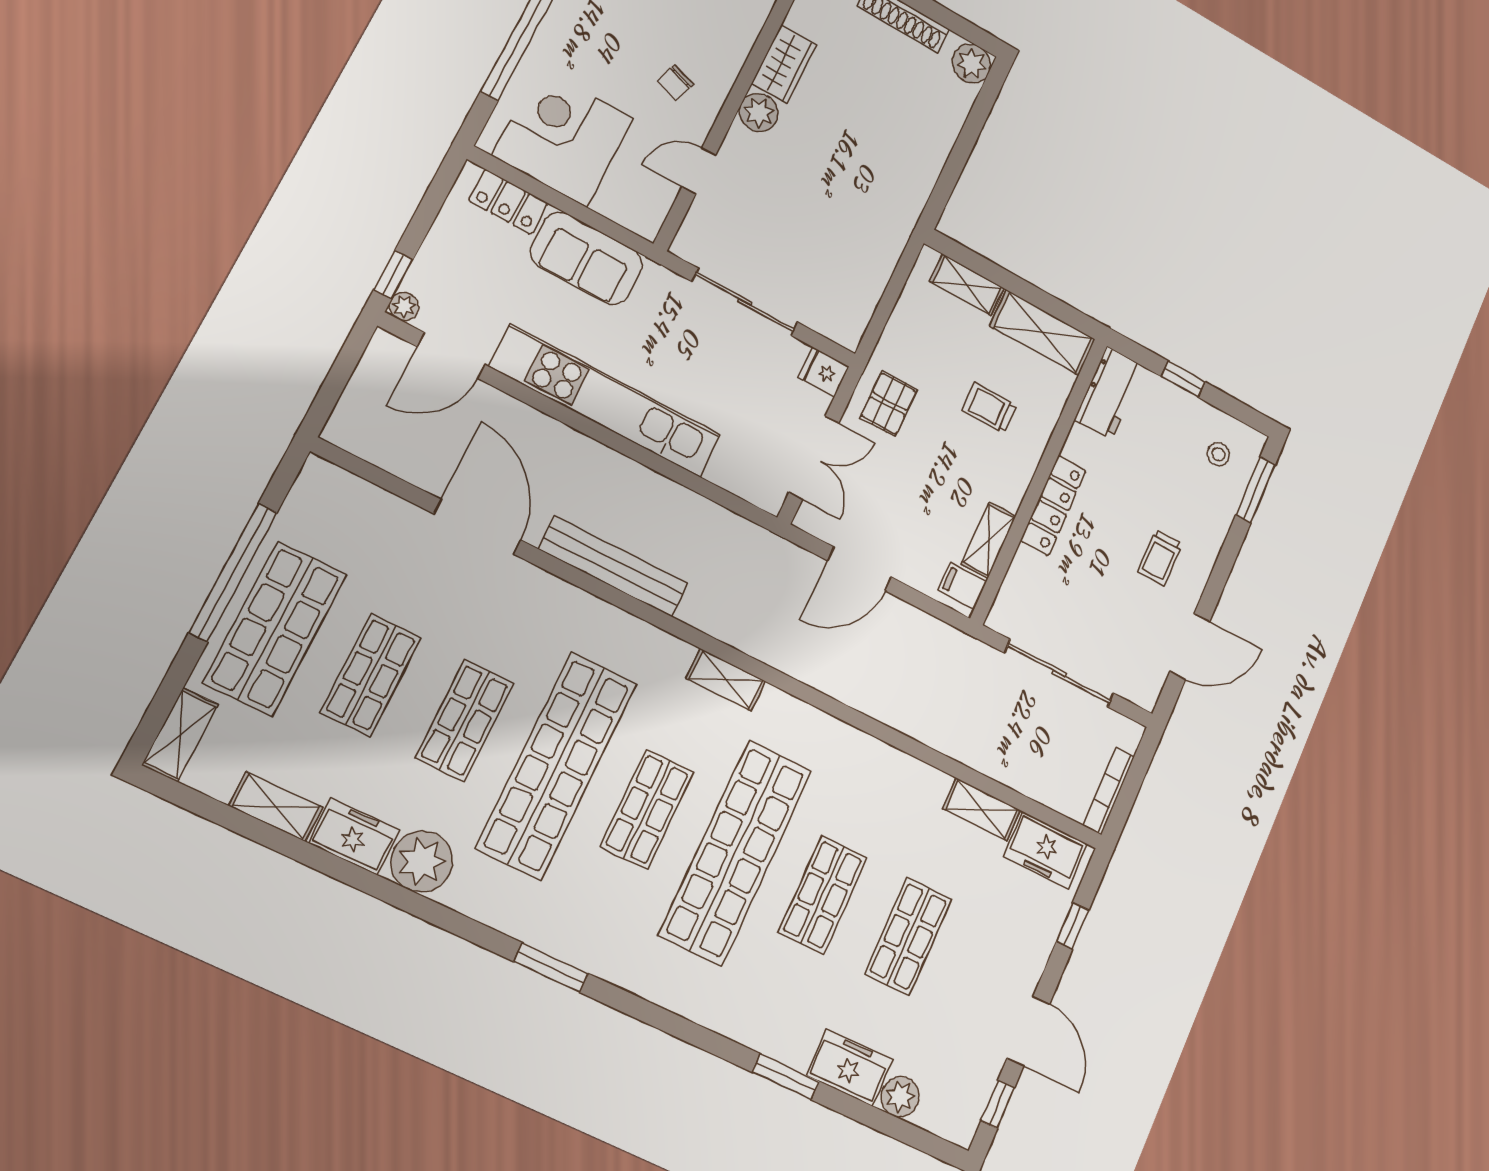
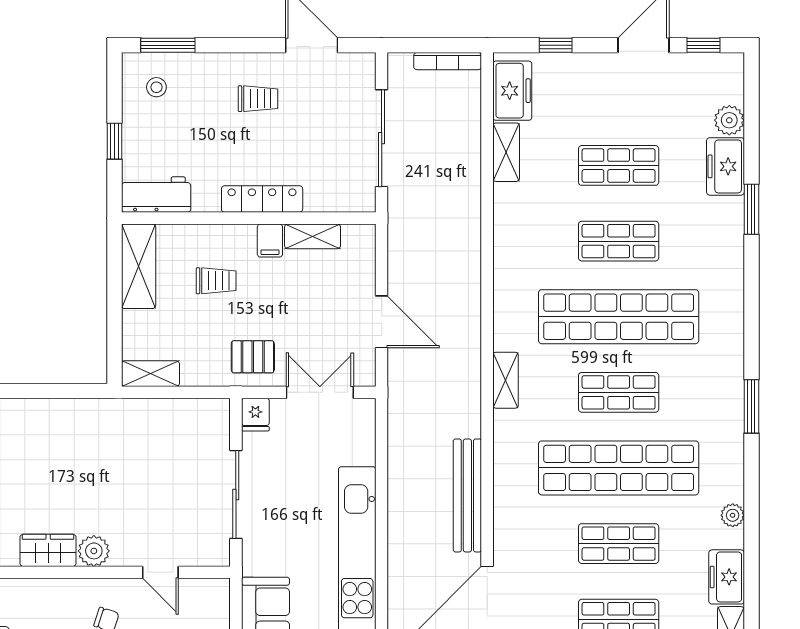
shelving: (967, 285) -> (150, 374), moved, turned 90
trolley: (989, 408) -> (216, 281), turned -90
filing cabinet: (963, 586) -> (270, 241), moved
plant: (422, 861) -> (733, 515), width x0.53, depth x0.53

